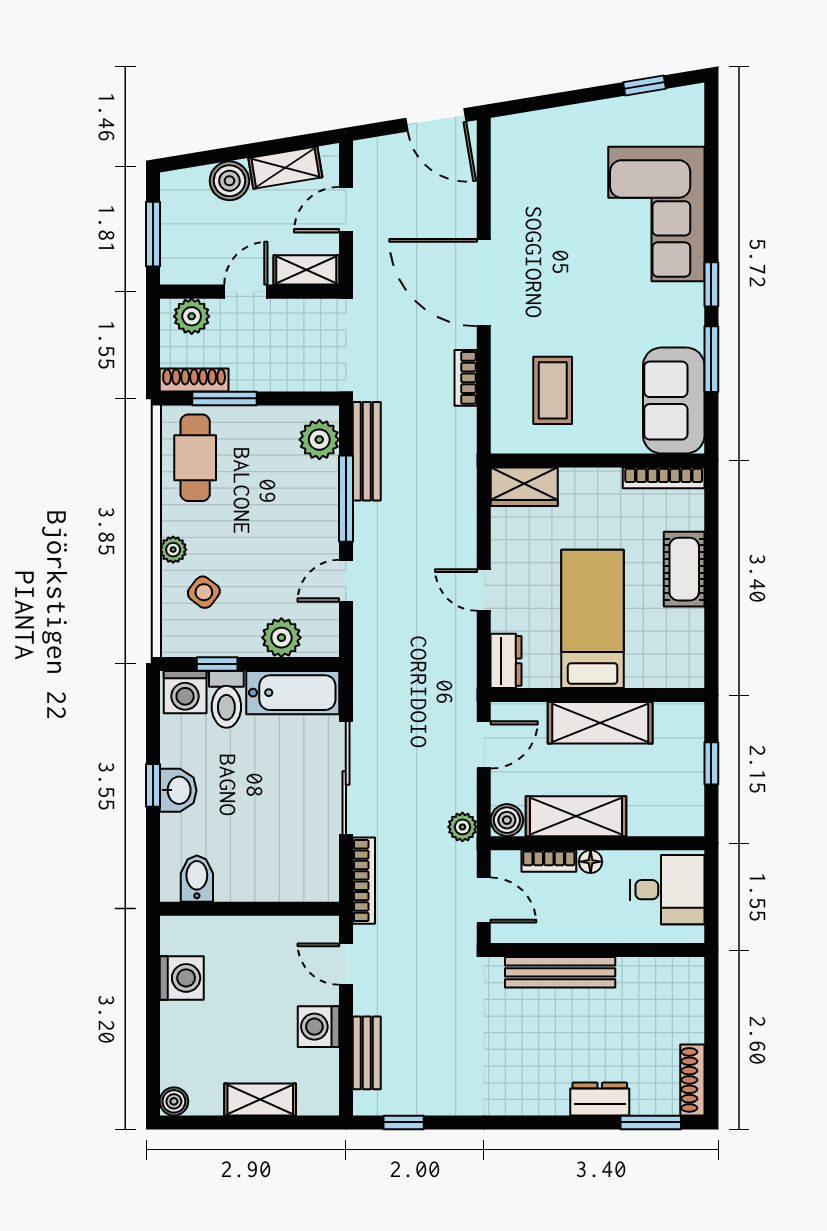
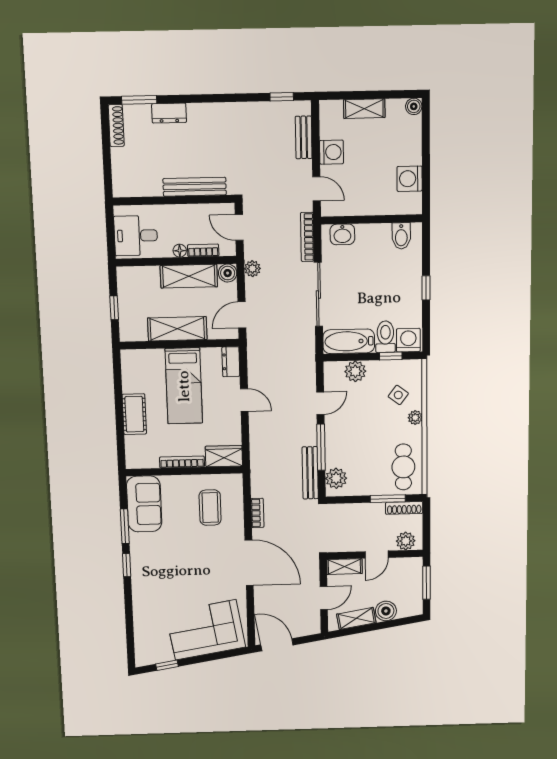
corner sofa: (656, 214) -> (206, 630), moved, turned -99
bookcase: (664, 478) -> (182, 462), moved
washbasin: (178, 790) -> (342, 234), moved, turned -90

